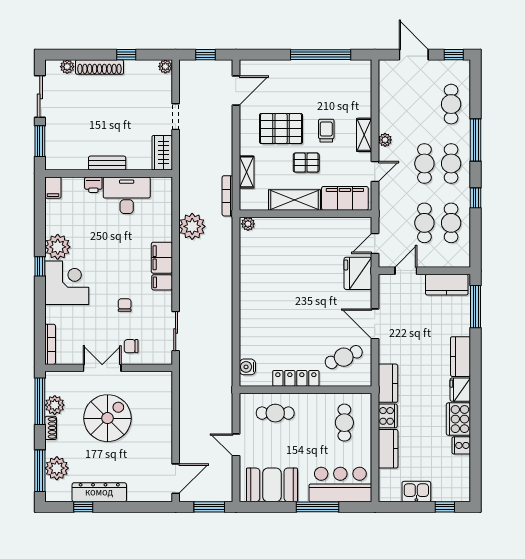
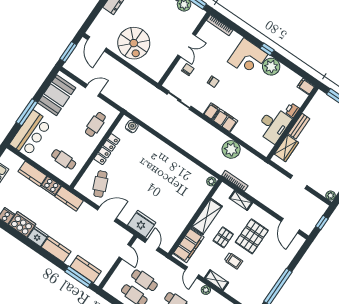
wardrobe: (162, 153) -> (286, 148), moved, turned 90
kitchen counter: (447, 285) -> (86, 269), moved, turned 90
spiral stairs: (107, 418) -> (134, 43), moved

